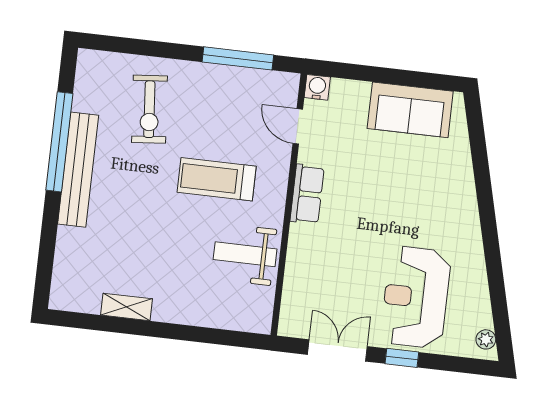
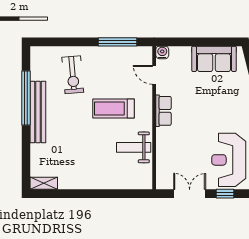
shelving: (127, 307) -> (44, 183), moved

